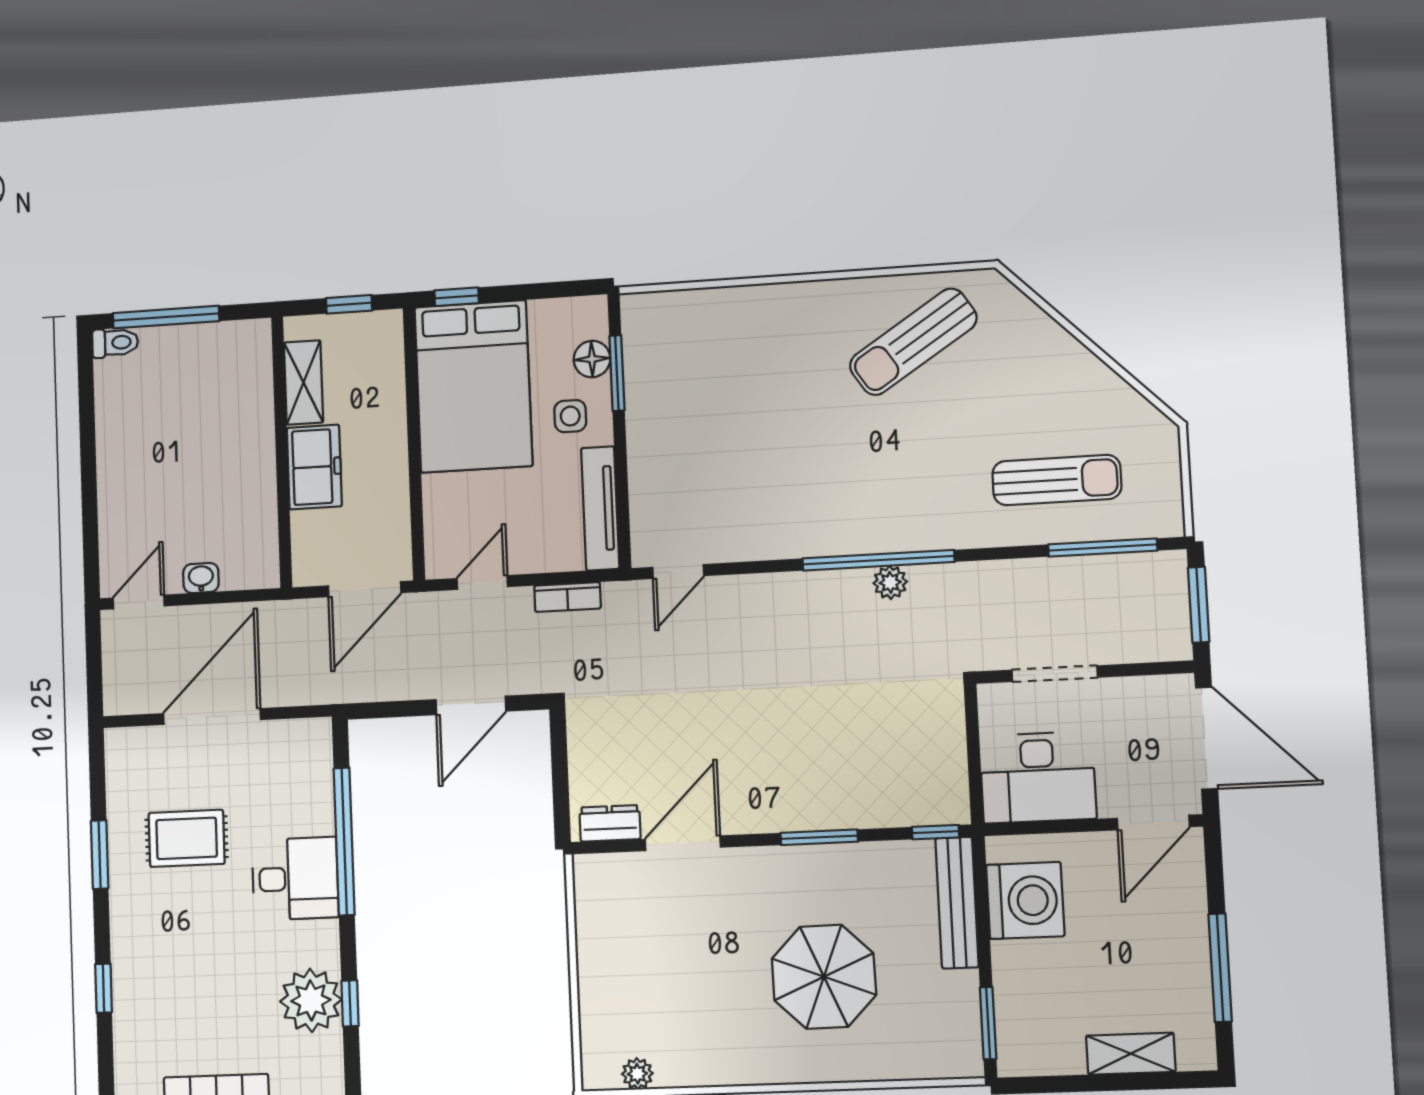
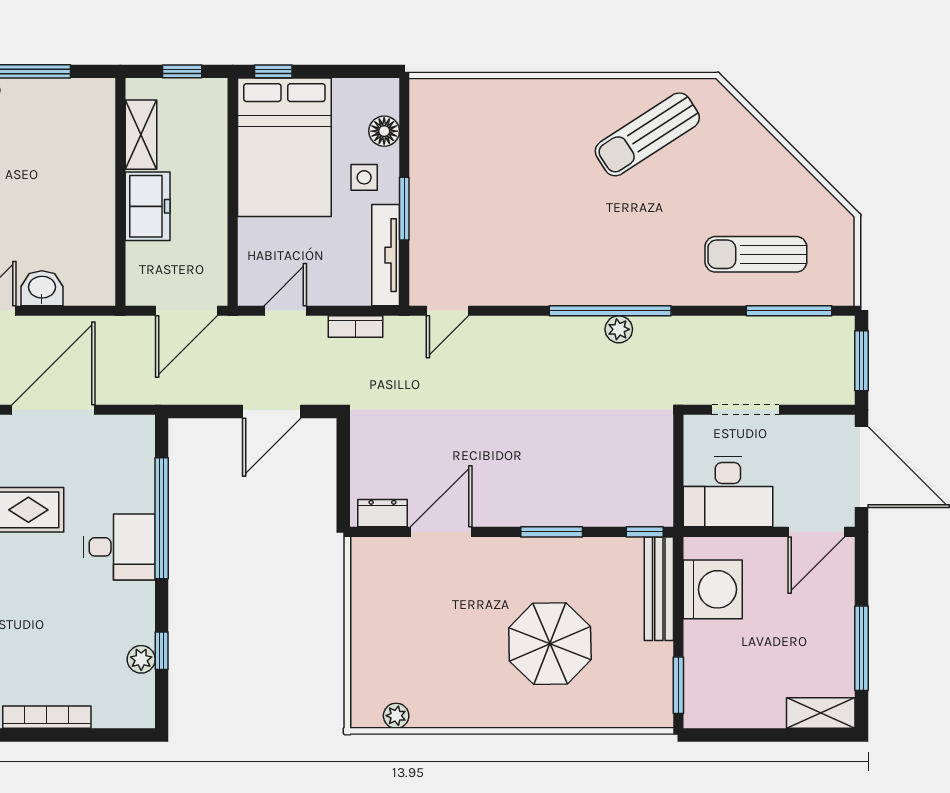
window: (617, 373) -> (404, 209), moved
sun lounger: (1057, 480) -> (756, 254), turned 180
washbasin: (201, 578) -> (42, 288), width x1.38, depth x1.45
plant: (311, 1000) -> (141, 659), width x0.53, depth x0.53
shelving: (1131, 1054) -> (821, 713), moved

